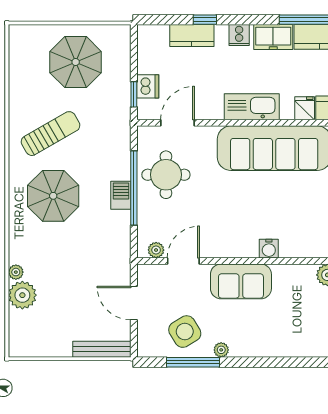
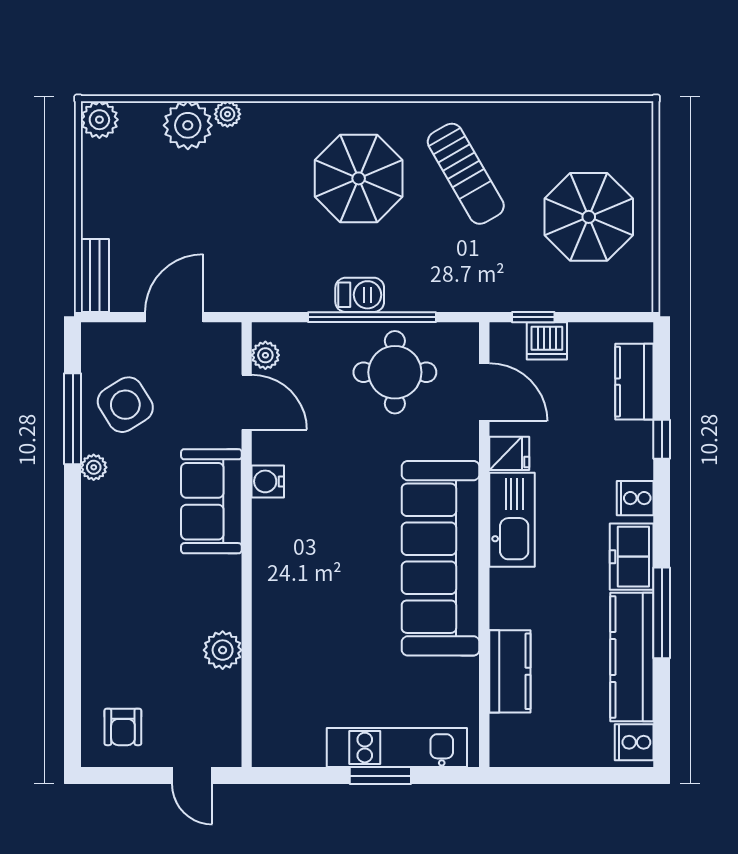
kitchen counter: (192, 36) -> (634, 382), moved
fridge: (305, 108) -> (509, 453), moved
water cooler: (269, 249) -> (268, 481), moved
plant: (19, 347) -> (99, 120), added
bench: (102, 349) -> (95, 275), width x0.73

